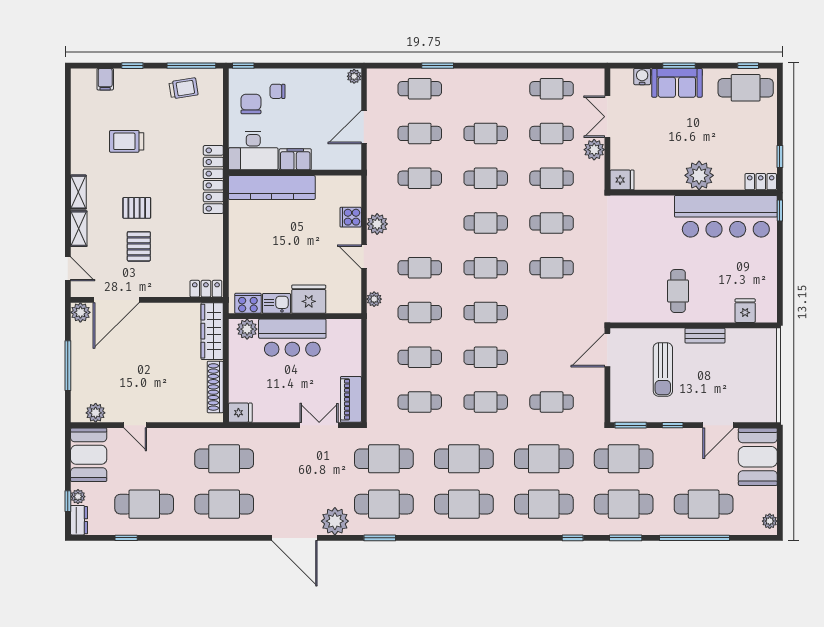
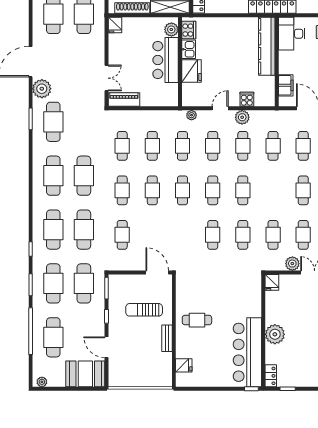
filing cabinet: (295, 159) -> (286, 85), moved
cafe table: (486, 178) -> (243, 146), moved
cafe table: (384, 459) -> (84, 122), removed

